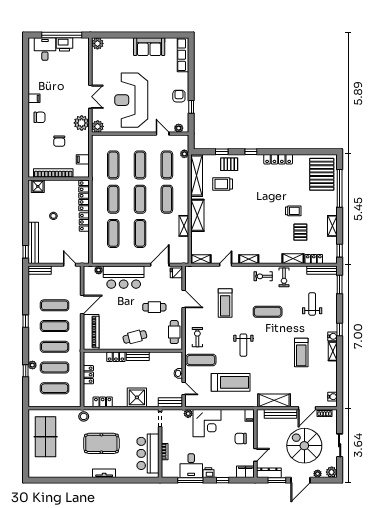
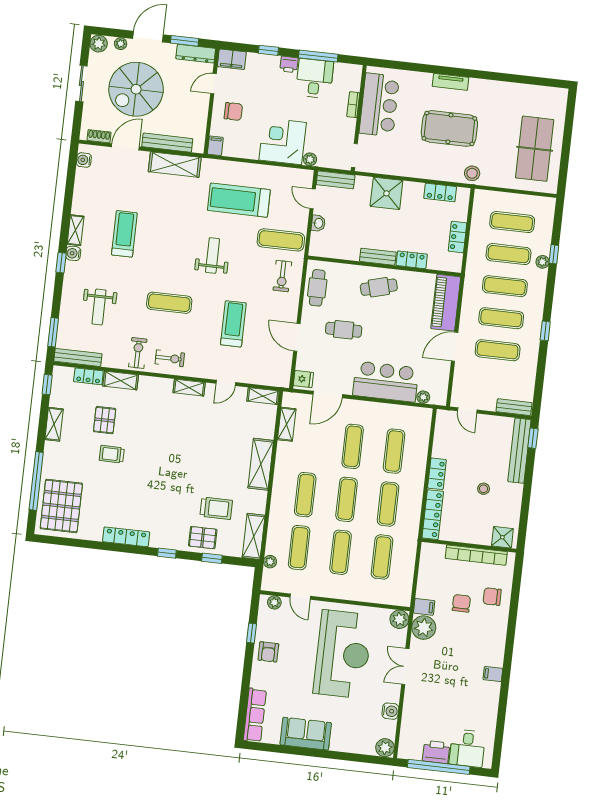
water cooler: (97, 67) -> (390, 711), added
chair: (39, 117) -> (492, 597), moved
filing cabinet: (83, 159) -> (424, 607), moved
shelving: (197, 175) -> (254, 536), width x0.68
shelving: (184, 226) -> (287, 424), moved
spiral stairs: (304, 446) -> (136, 89), turned 90

